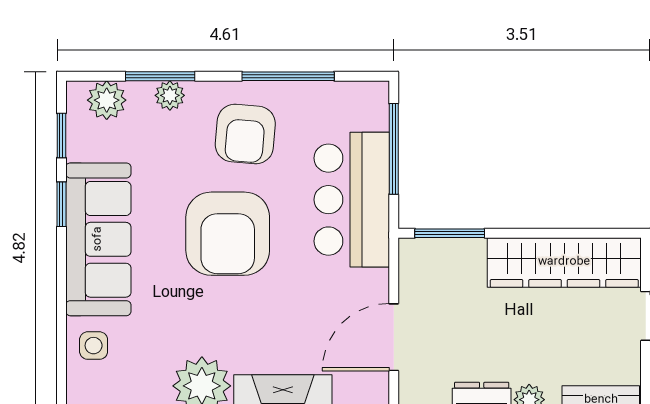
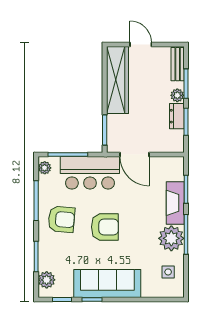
plant: (170, 95) -> (45, 168), moved
armchair: (228, 234) -> (105, 227), width x0.73, depth x0.73
door: (394, 337) -> (135, 155), moved
side table: (94, 346) -> (168, 272), moved

